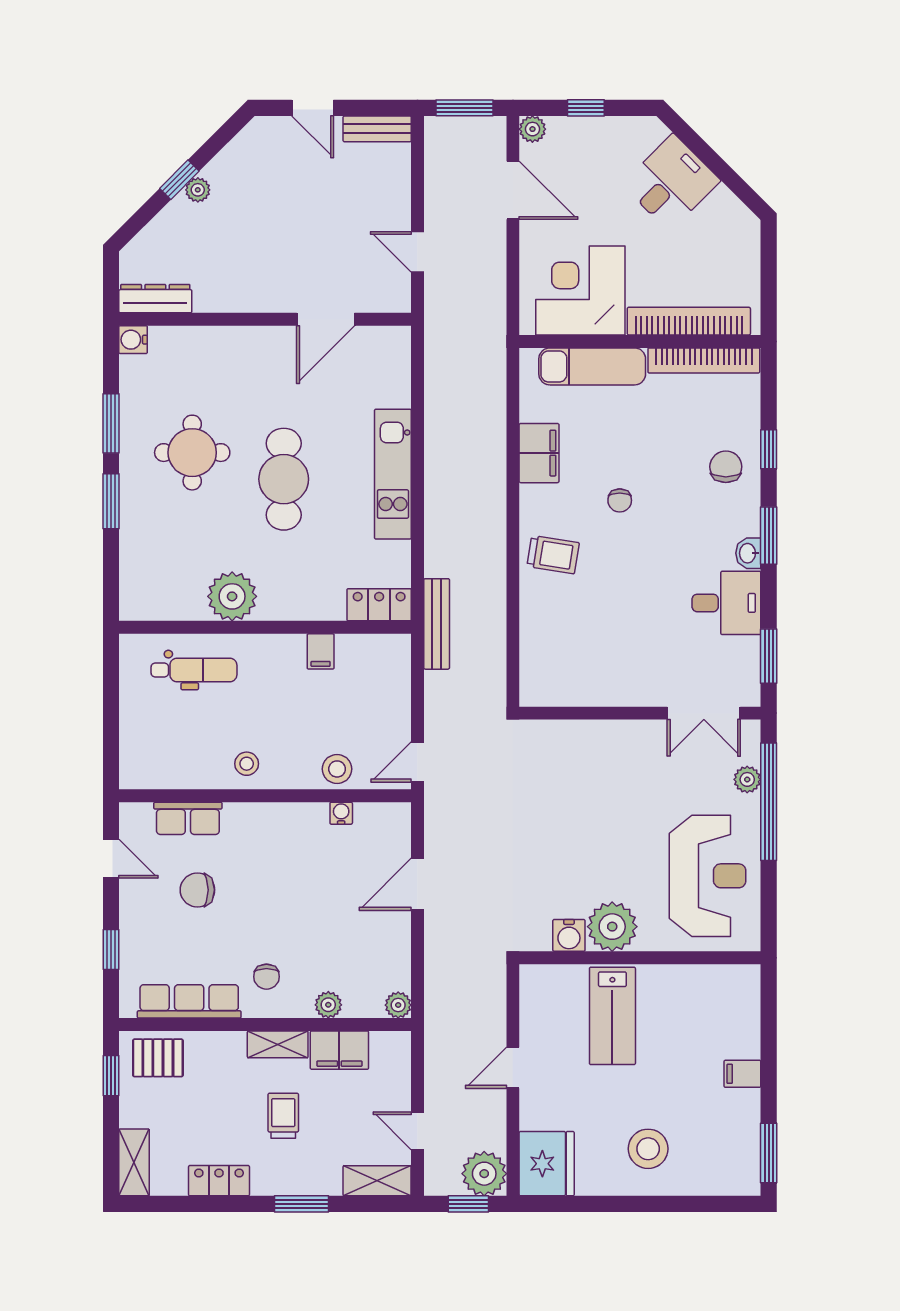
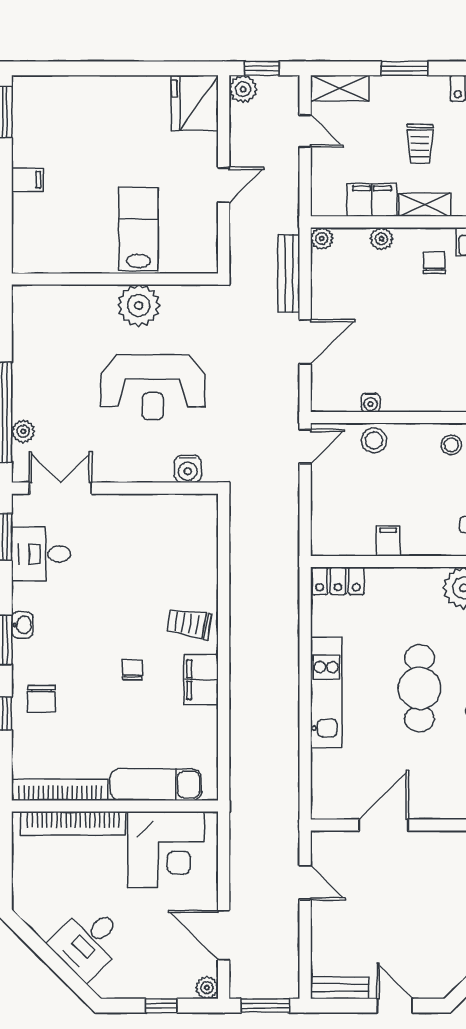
filing cabinet: (539, 453) -> (201, 680), moved
desk: (726, 603) -> (41, 554), moved
bench: (437, 624) -> (289, 273), moved
reception desk: (708, 876) -> (153, 387), moved, turned -90
water cooler: (569, 935) -> (188, 469), moved, turned 180
stool: (648, 1149) -> (108, 116), removed
plant: (484, 1174) -> (243, 89), width x0.73, depth x0.73

